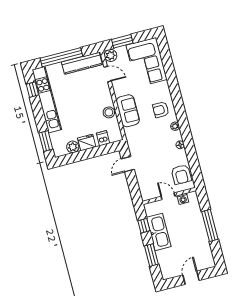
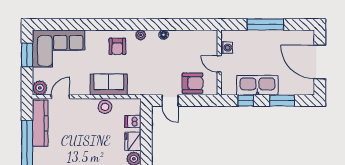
window: (122, 41) -> (27, 55), moved
armchair: (181, 174) -> (193, 83), moved
door: (168, 196) -> (219, 64), hinge flipped
door: (191, 278) -> (320, 62), width x1.88

